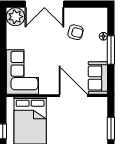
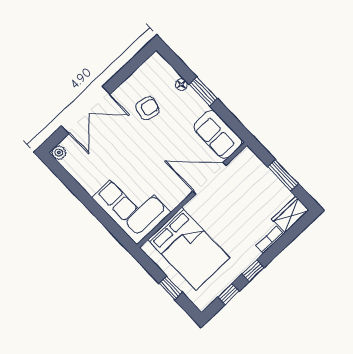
plant: (15, 17) -> (59, 153), width x0.53, depth x0.53
window: (111, 50) -> (203, 91), width x0.69

